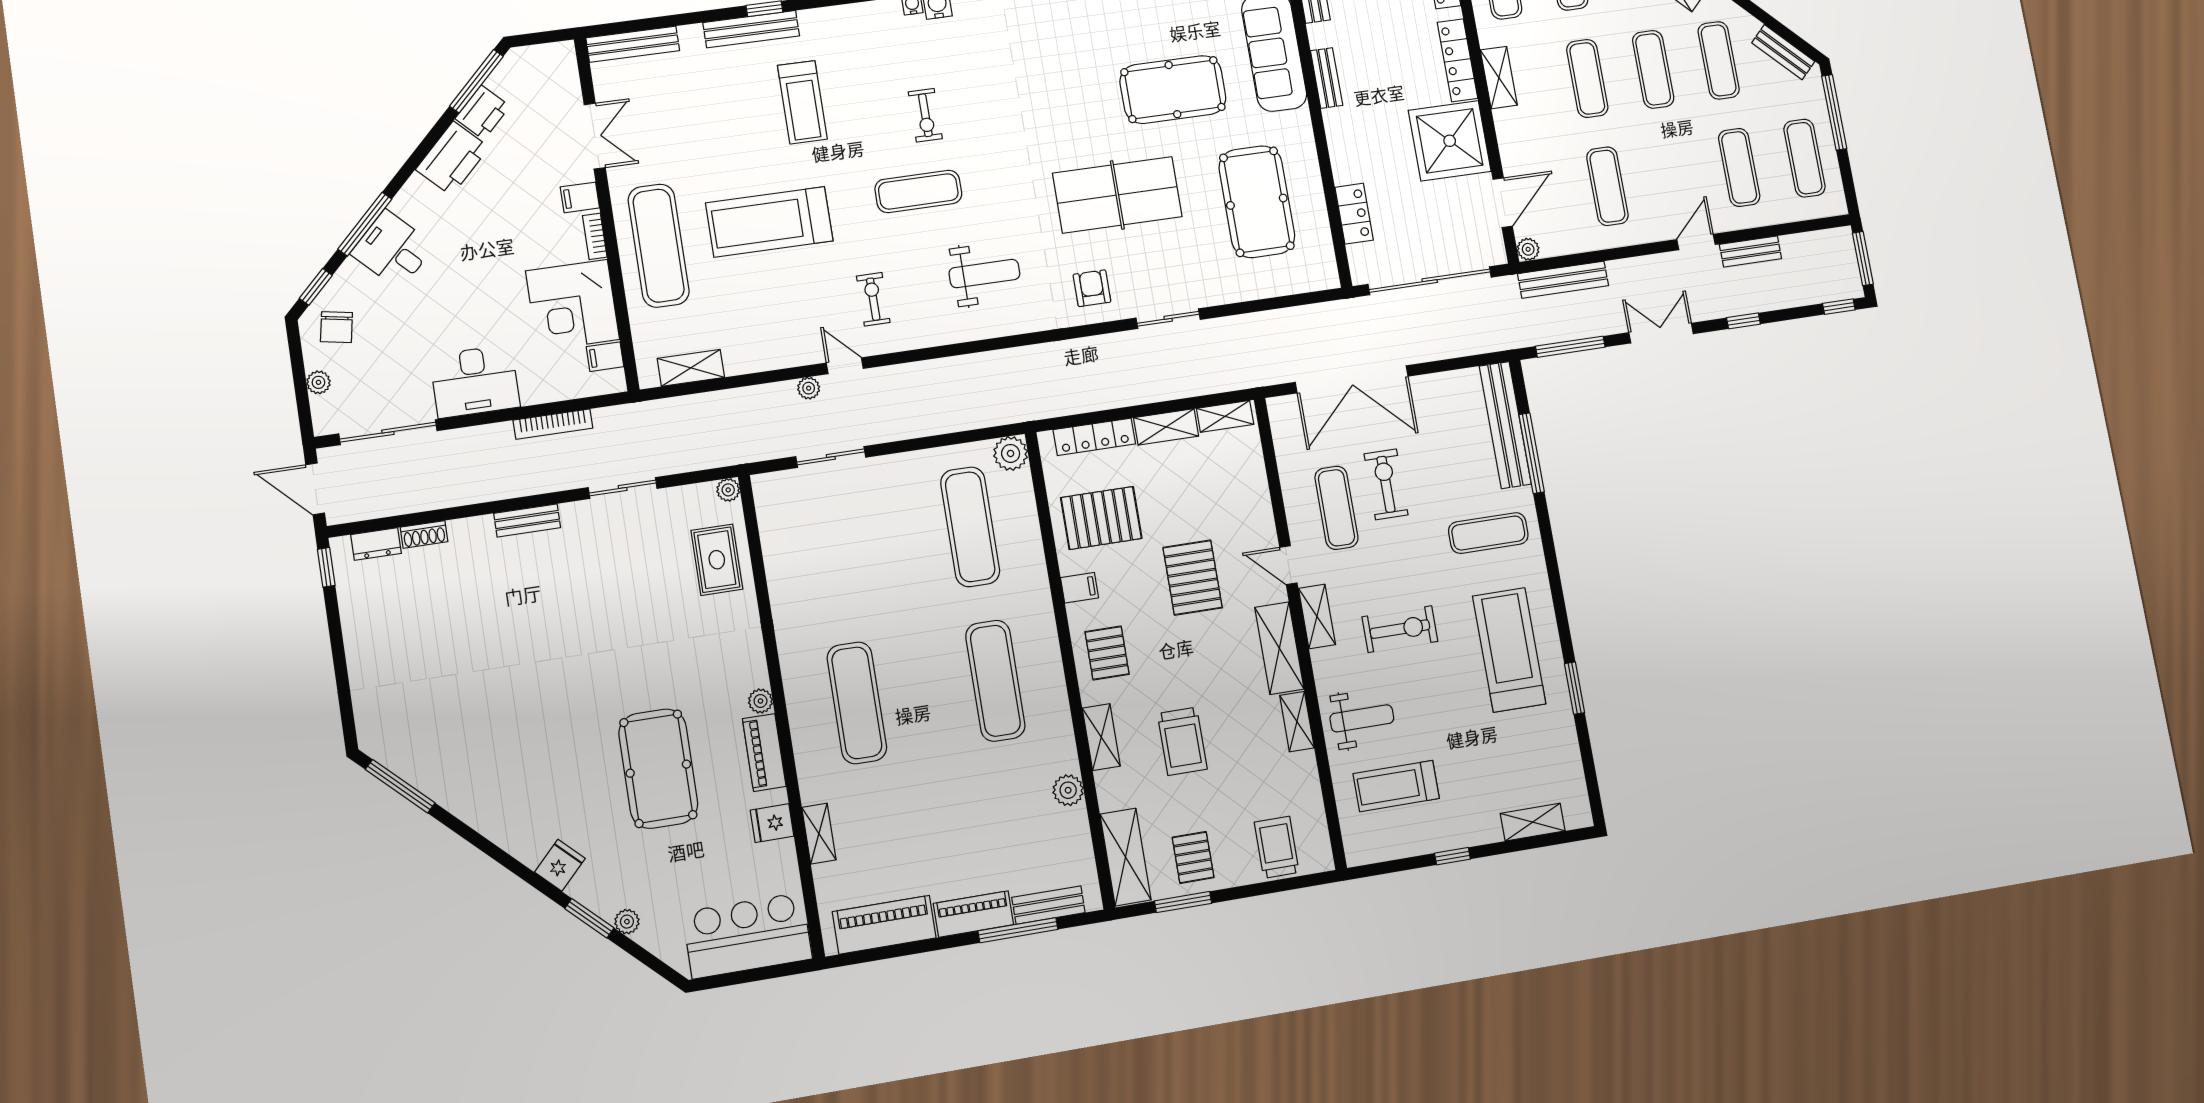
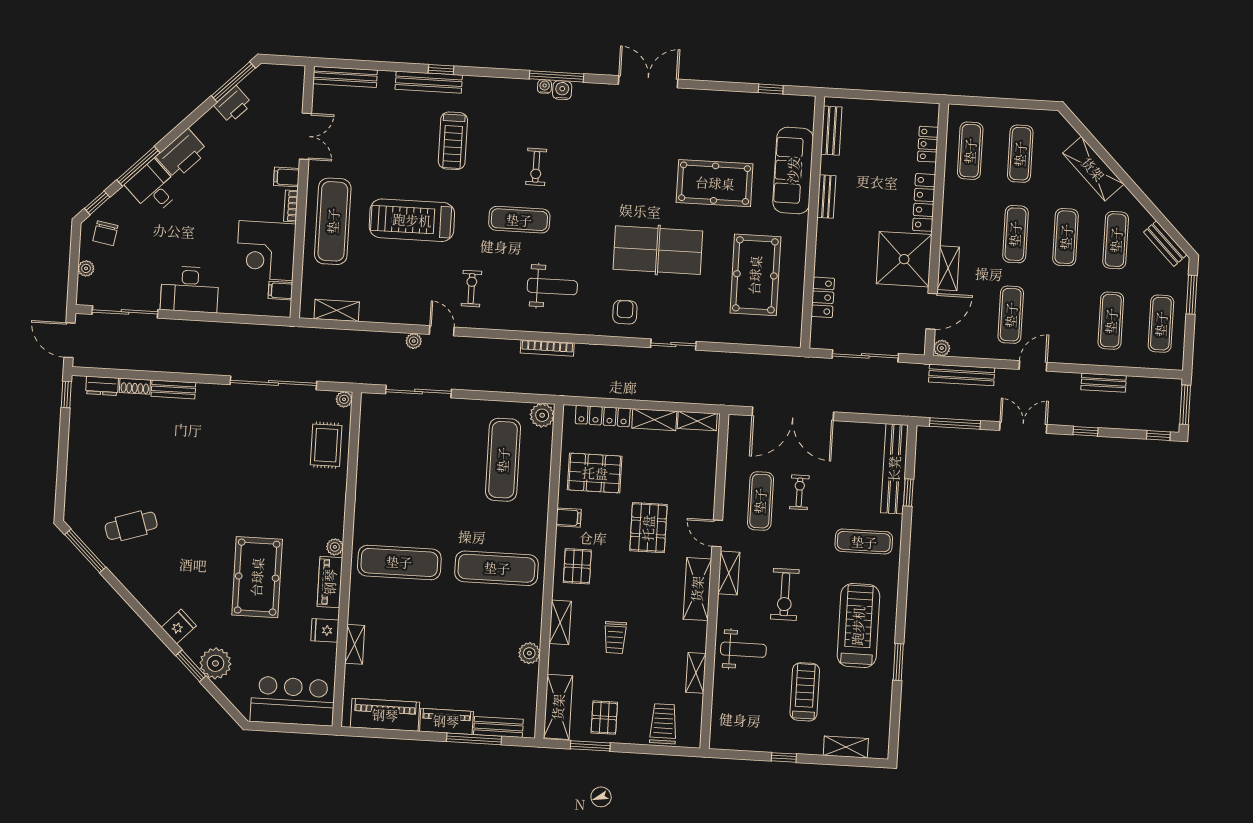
shelving: (1499, 78) -> (948, 268), moved
window: (1834, 112) -> (1192, 295), width x0.69
printer: (452, 158) -> (182, 154), moved
door: (1696, 242) -> (1033, 366), moved
sliding door: (1430, 281) -> (865, 356), width x0.73
bookcase: (553, 424) -> (547, 348), moved
window: (1532, 453) -> (908, 493), width x0.46
sliding door: (831, 457) -> (418, 392), width x1.37
exercise bike: (1386, 484) -> (799, 492), width x0.73, depth x0.72
sliding door: (623, 488) -> (273, 383), width x1.86
bench: (527, 520) -> (173, 389), moved
exercise bike: (1400, 629) -> (785, 594), turned 90
exercise mat: (995, 681) -> (497, 568), turned 90
exercise mat: (857, 703) -> (399, 562), turned 90
shelving: (1297, 722) -> (696, 673), moved
cafe table: (460, 735) -> (131, 526), added
trolley: (1182, 741) -> (615, 638), width x0.73, depth x0.72
treadmill: (1396, 786) -> (805, 692), moved, turned 90
plant: (627, 922) -> (215, 663), width x1.88, depth x1.88

